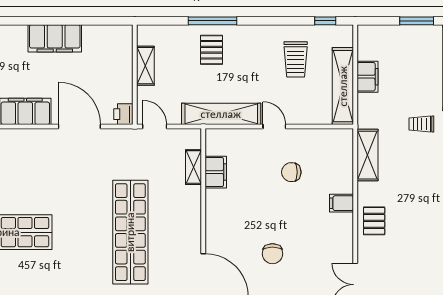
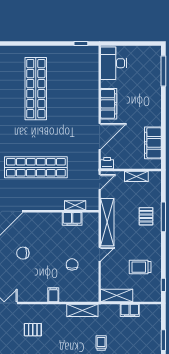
filing cabinet: (55, 38) -> (153, 143), moved
pallet: (211, 50) -> (146, 216), turned 90
shelving: (343, 86) -> (117, 296), width x0.68
pallet: (374, 221) -> (33, 330), moved

